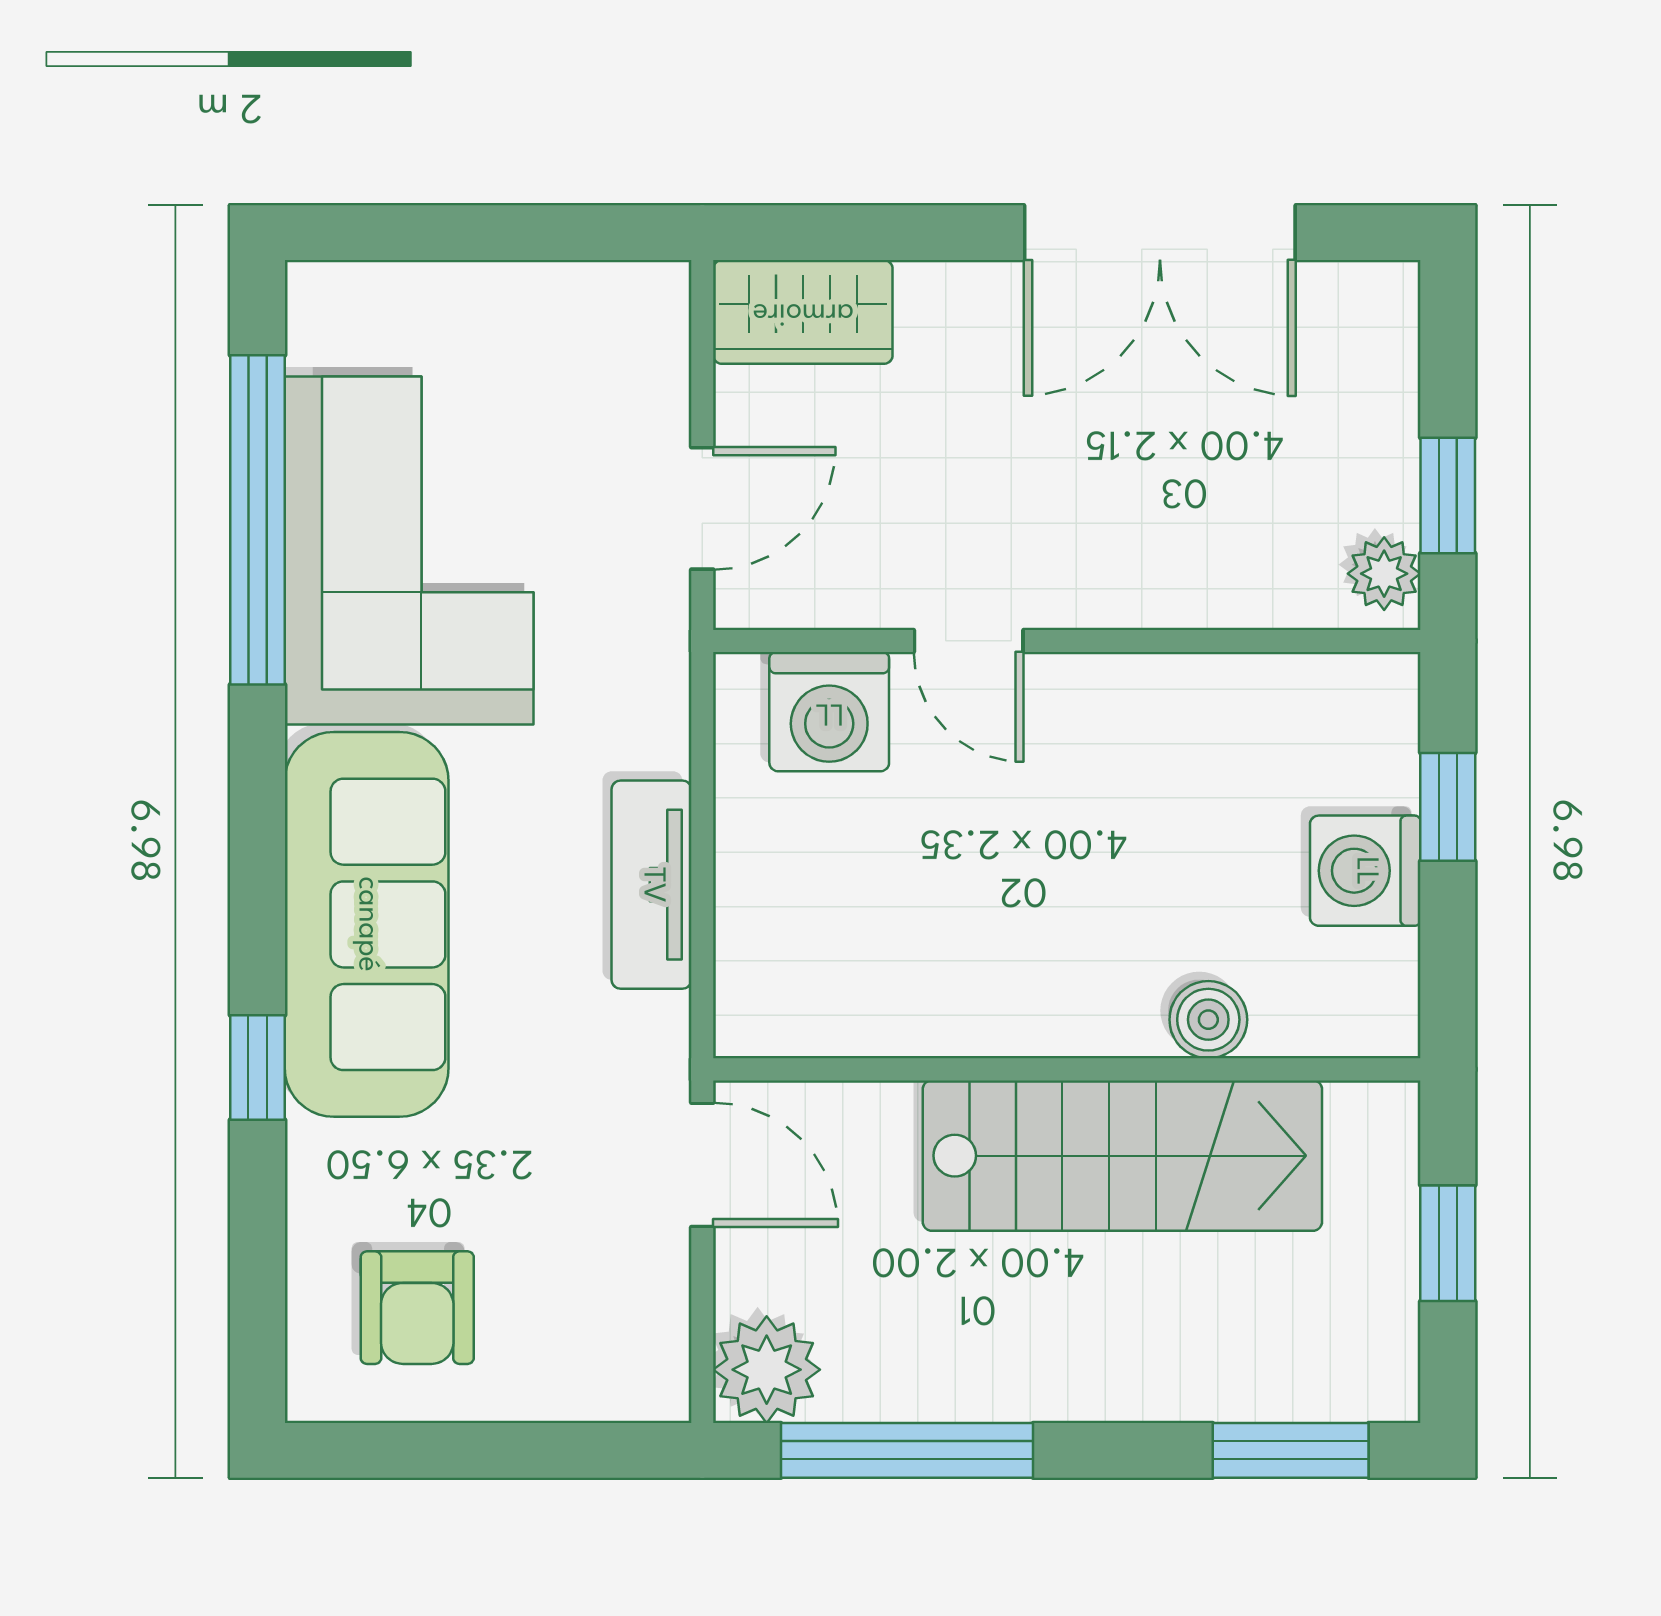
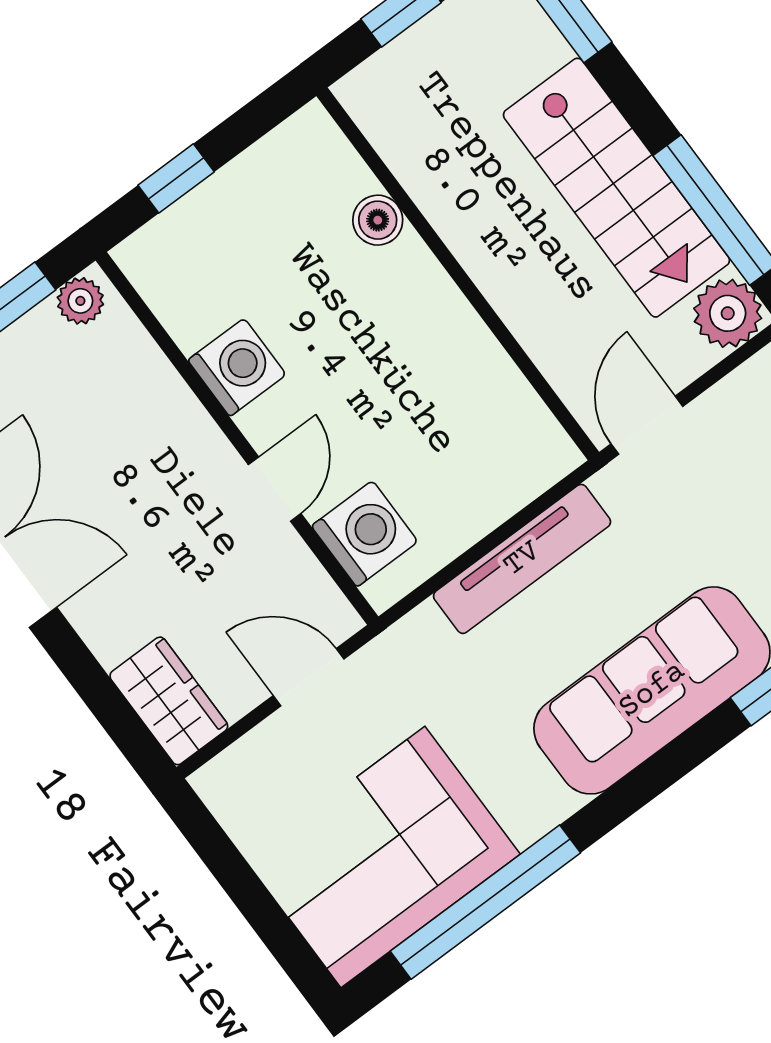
corner sofa: (409, 550) -> (383, 857), moved
washing machine: (1365, 871) -> (237, 367), moved, turned -90
tv unit: (652, 885) -> (522, 559), width x1.41
stairs: (1122, 1156) -> (616, 188), moved, turned 180

